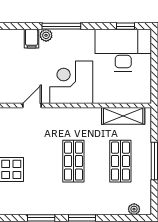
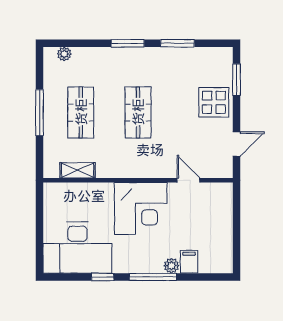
window: (125, 26) -> (103, 277), moved
door: (32, 105) -> (188, 180), swing flipped
shelving: (123, 116) -> (78, 170), width x0.67, depth x0.75

